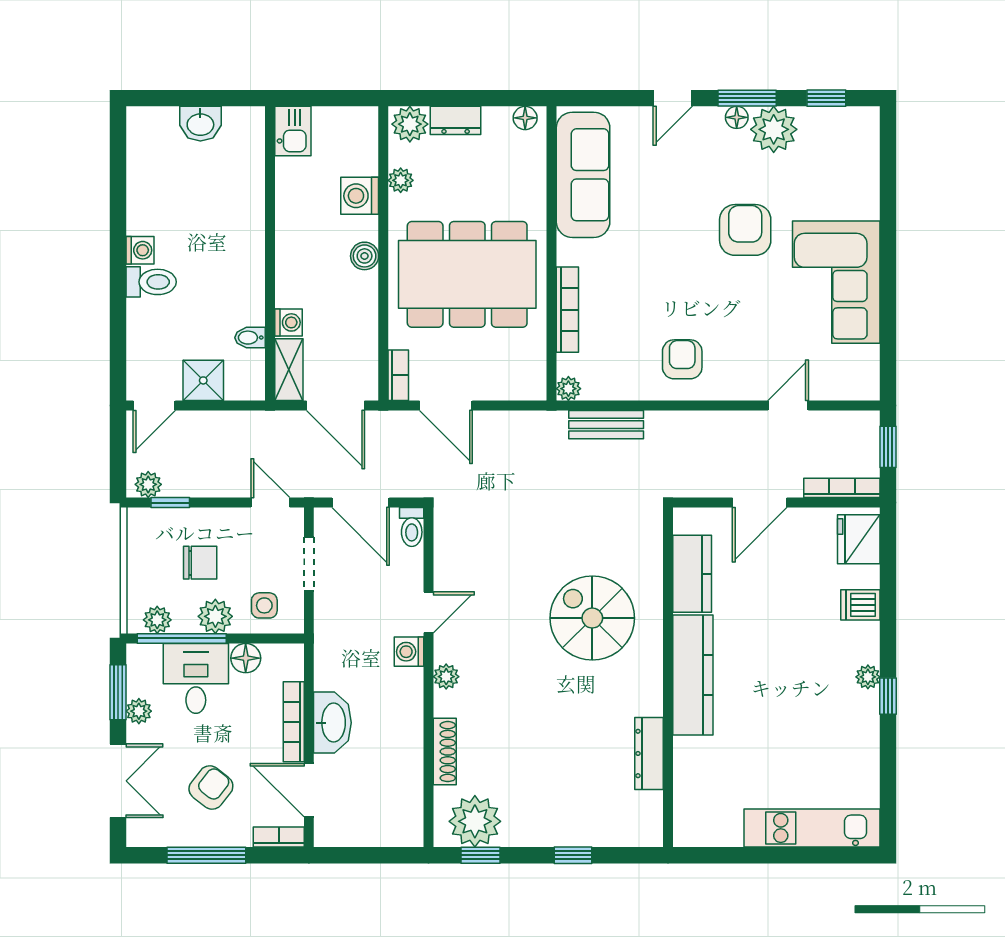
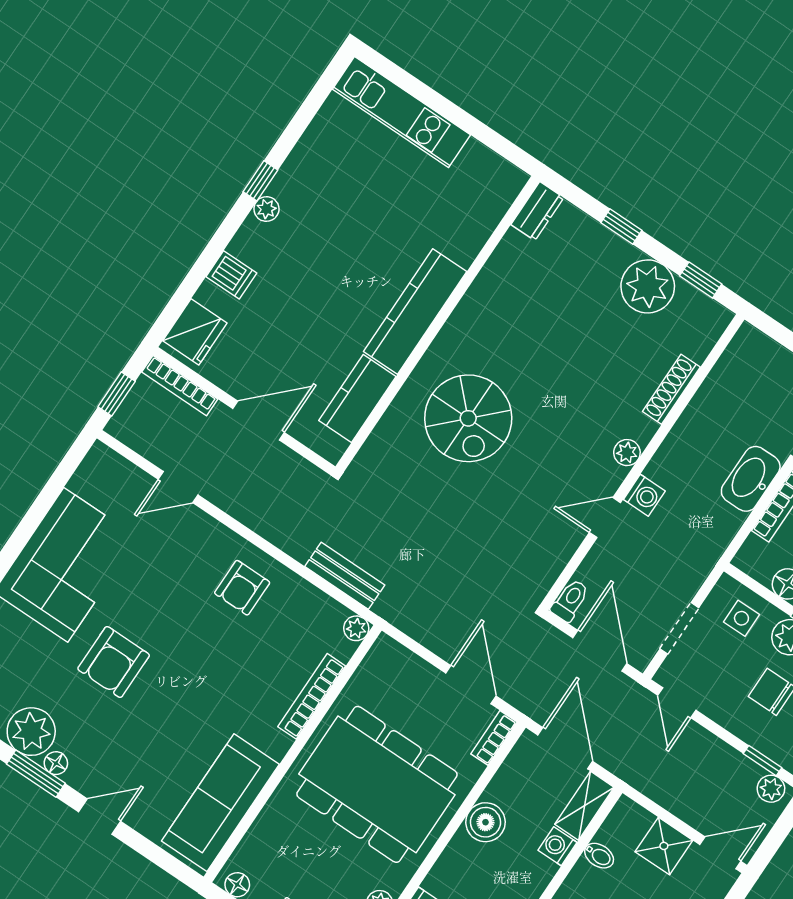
boiler: (365, 256) -> (485, 822), moved, width x1.36, depth x1.36
dresser: (649, 753) -> (537, 211), moved, width x0.70
plant: (475, 821) -> (648, 286), moved

